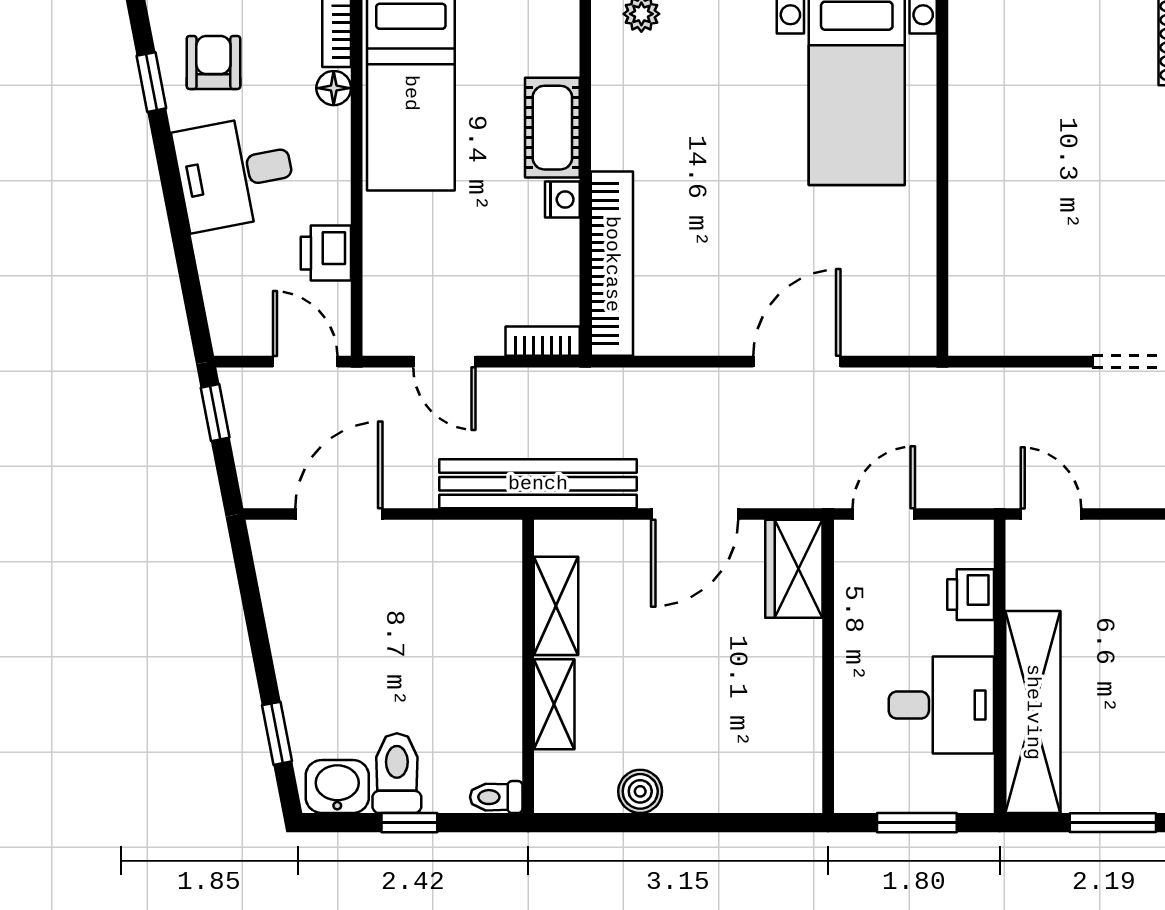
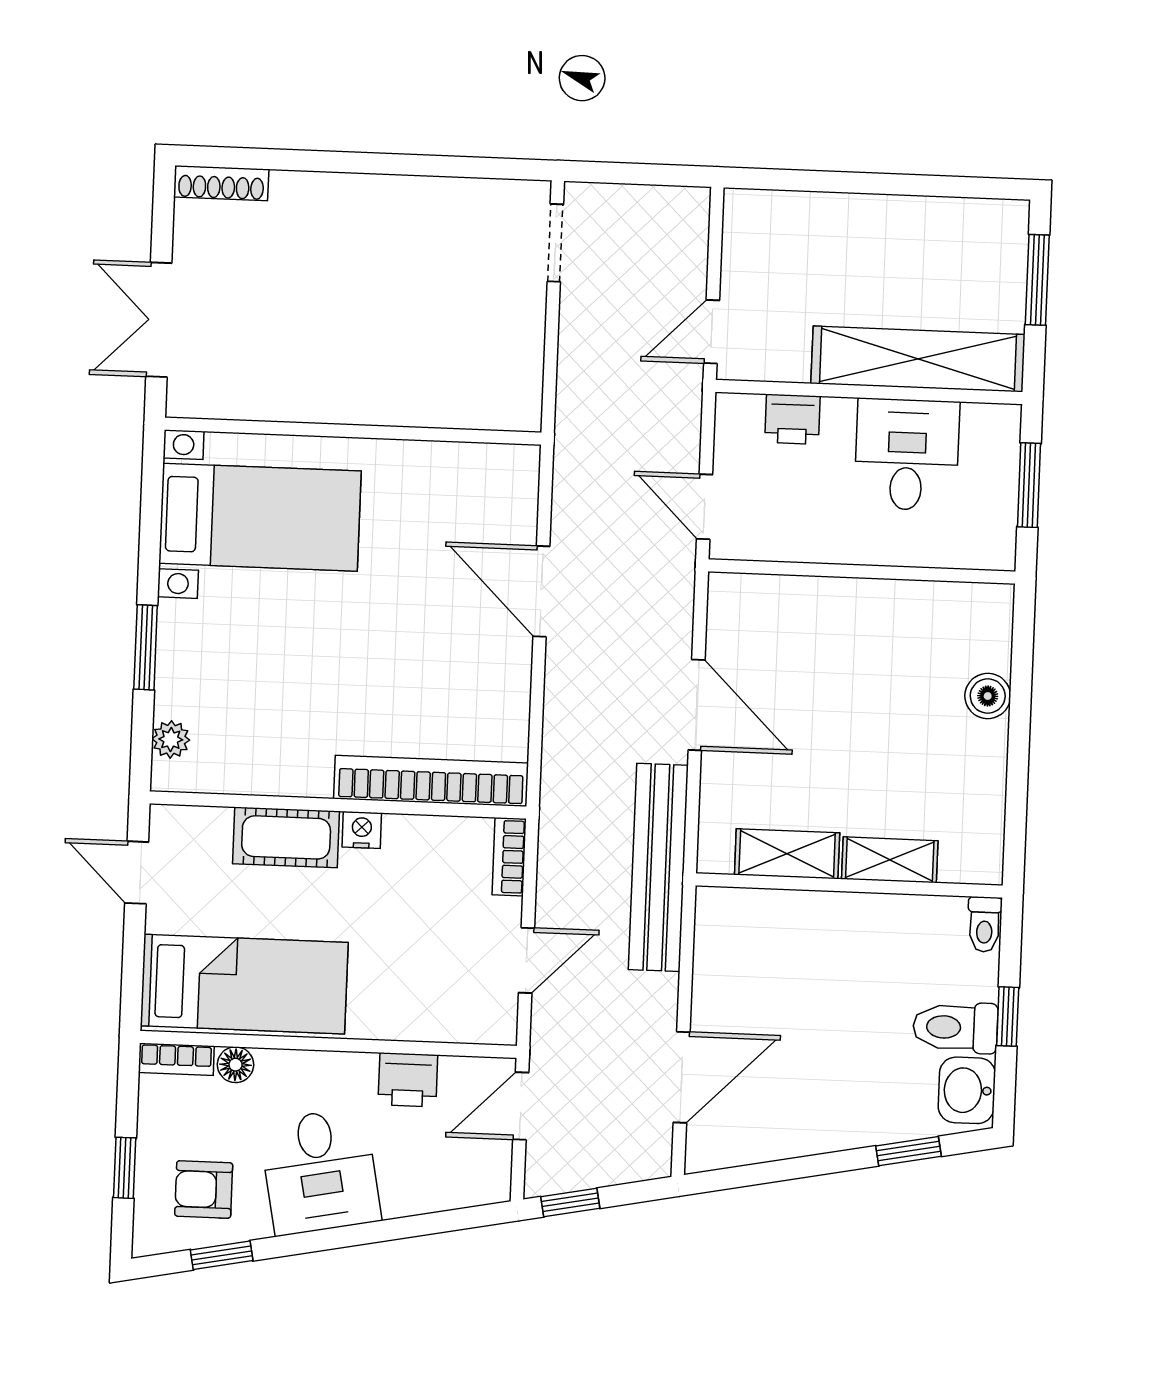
door: (339, 514) -> (682, 1077), swing flipped
wardrobe: (794, 569) -> (758, 603), removed
boiler: (640, 791) -> (988, 696), moved

